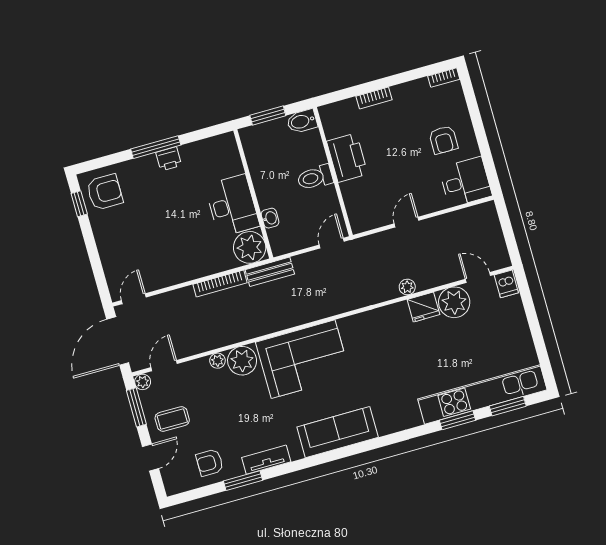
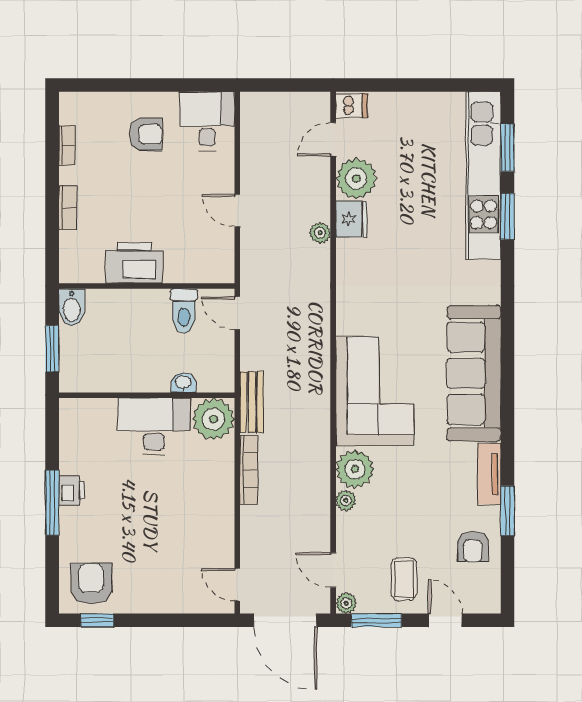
bookcase: (444, 78) -> (67, 145), moved
toilet: (315, 177) -> (184, 311), moved
sofa: (338, 432) -> (474, 373), width x1.36, depth x1.27

